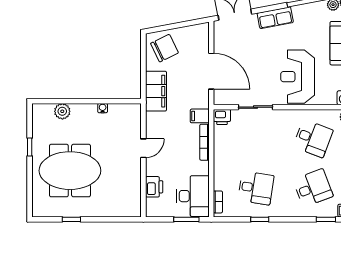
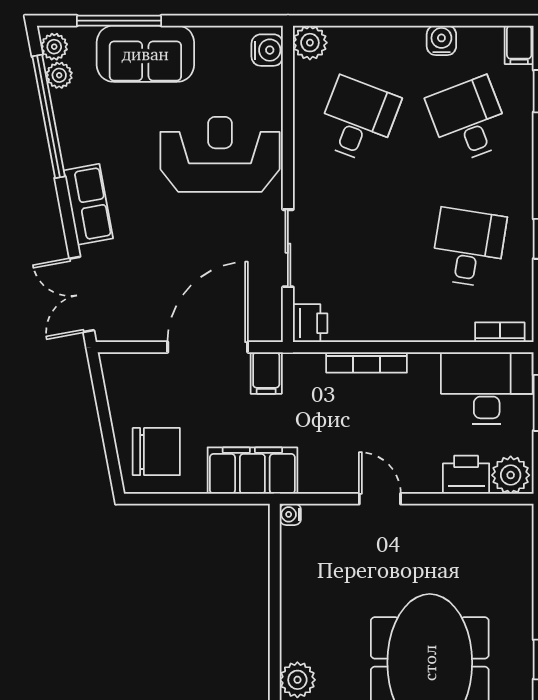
chair: (165, 48) -> (156, 452), turned 116
reception desk: (298, 77) -> (220, 154), turned 180
water cooler: (103, 108) -> (290, 514), moved
filing cabinet: (200, 116) -> (266, 373), moved
plant: (154, 207) -> (511, 475), added

